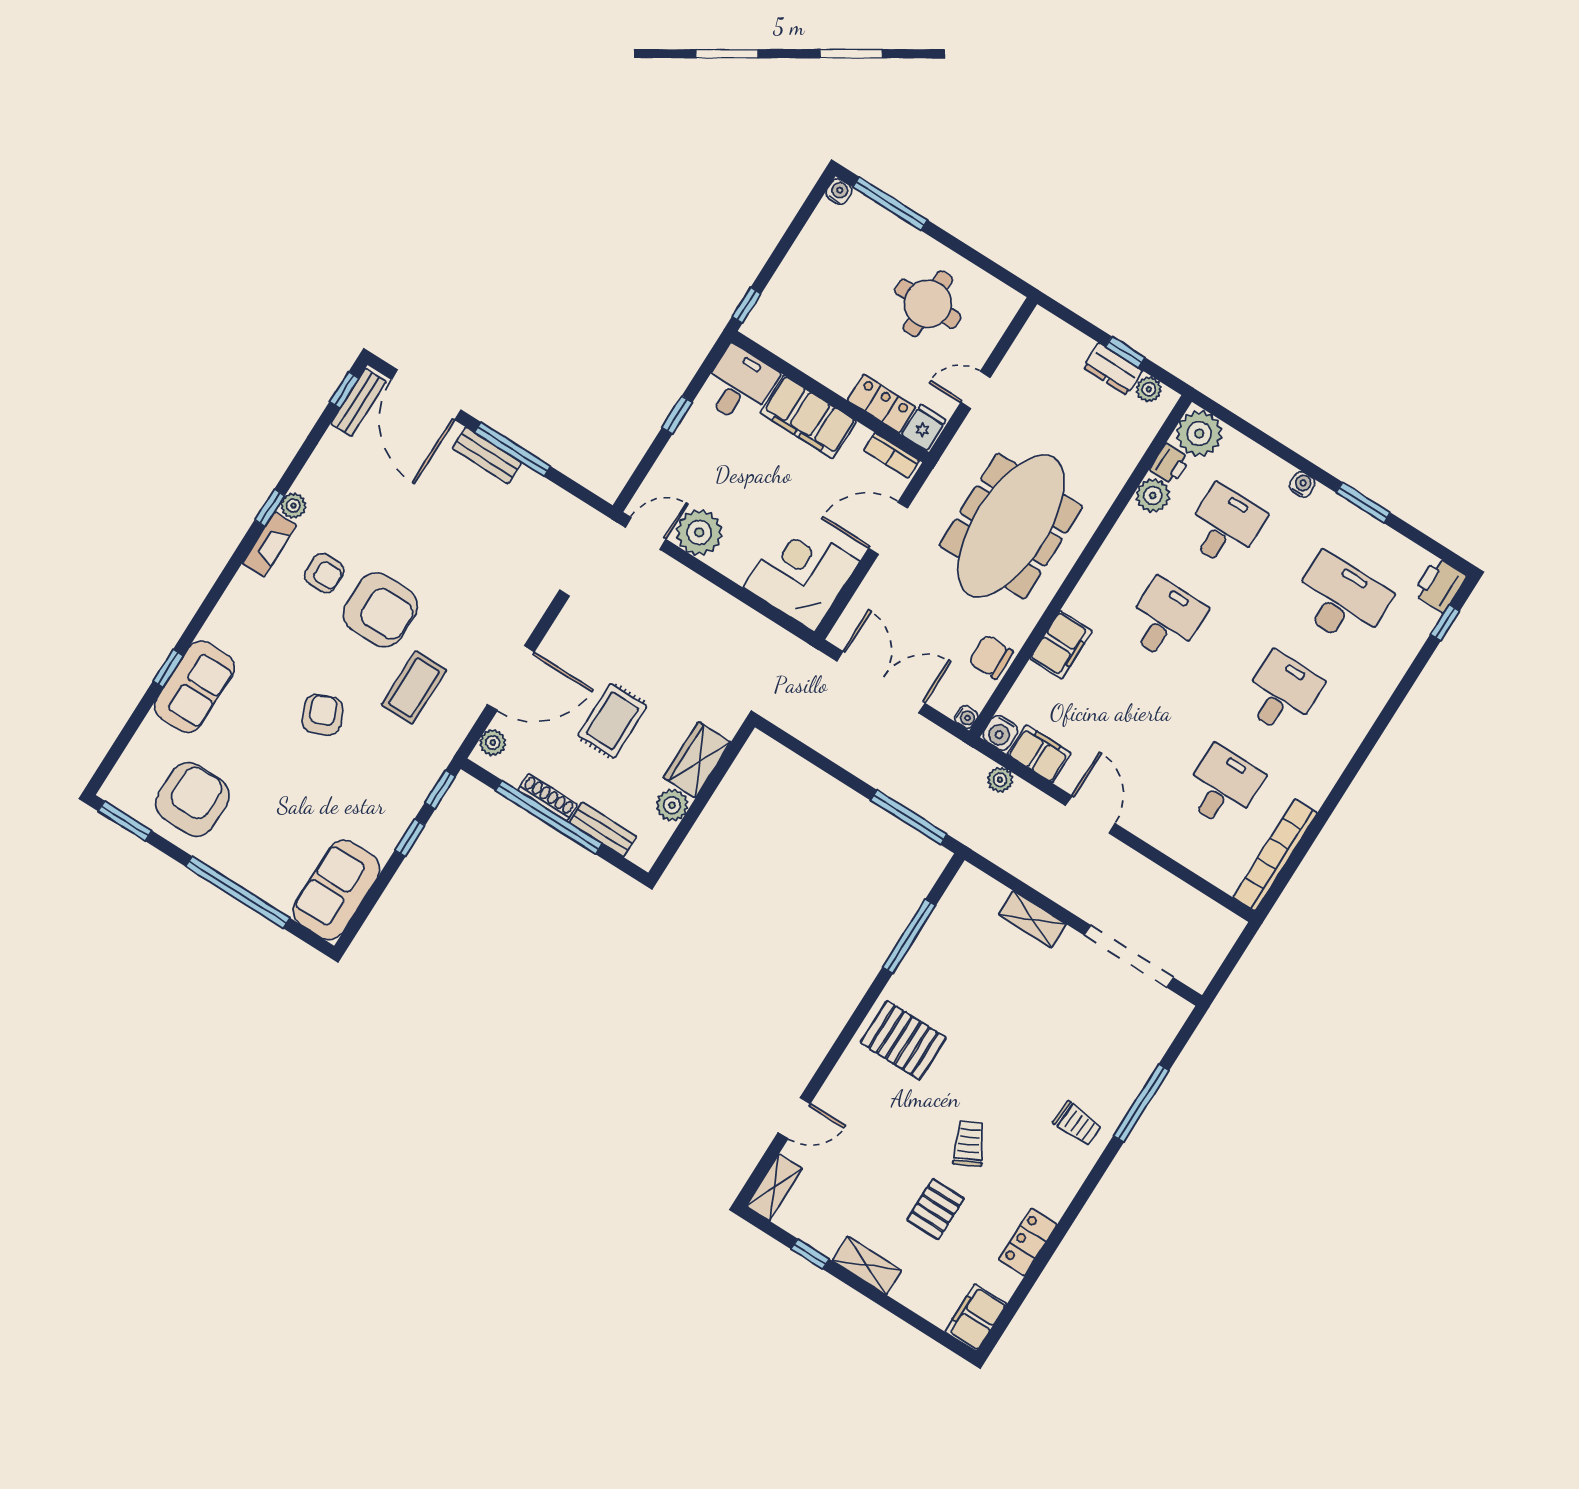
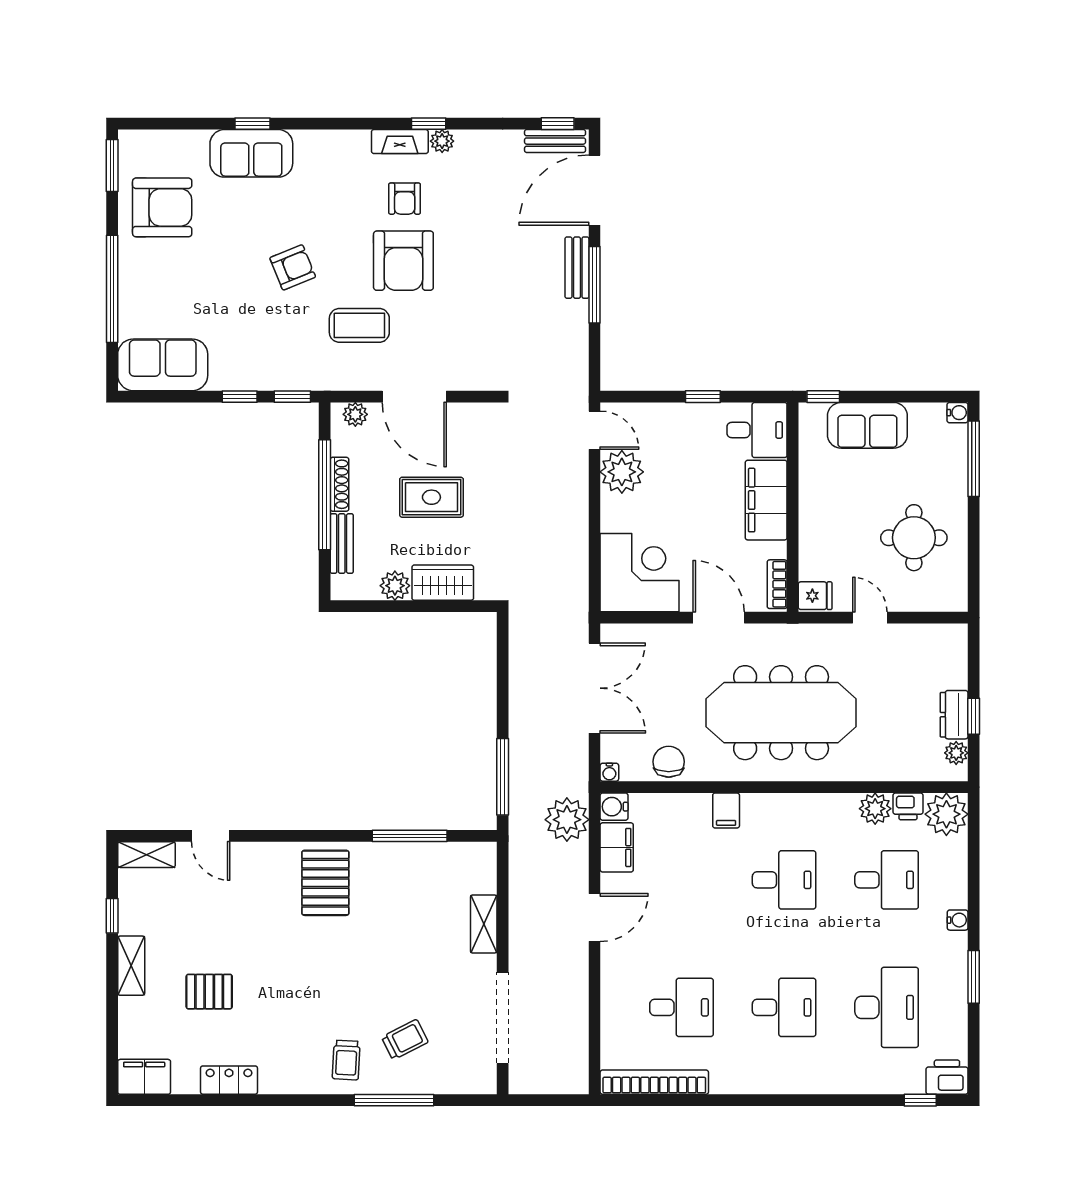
sofa: (798, 281) -> (867, 425), added
locker: (882, 404) -> (813, 551), removed
filing cabinet: (1061, 645) -> (726, 811), width x0.50
plant: (1000, 780) -> (567, 820), width x1.88, depth x1.88
trolley: (969, 1144) -> (405, 1040), moved

